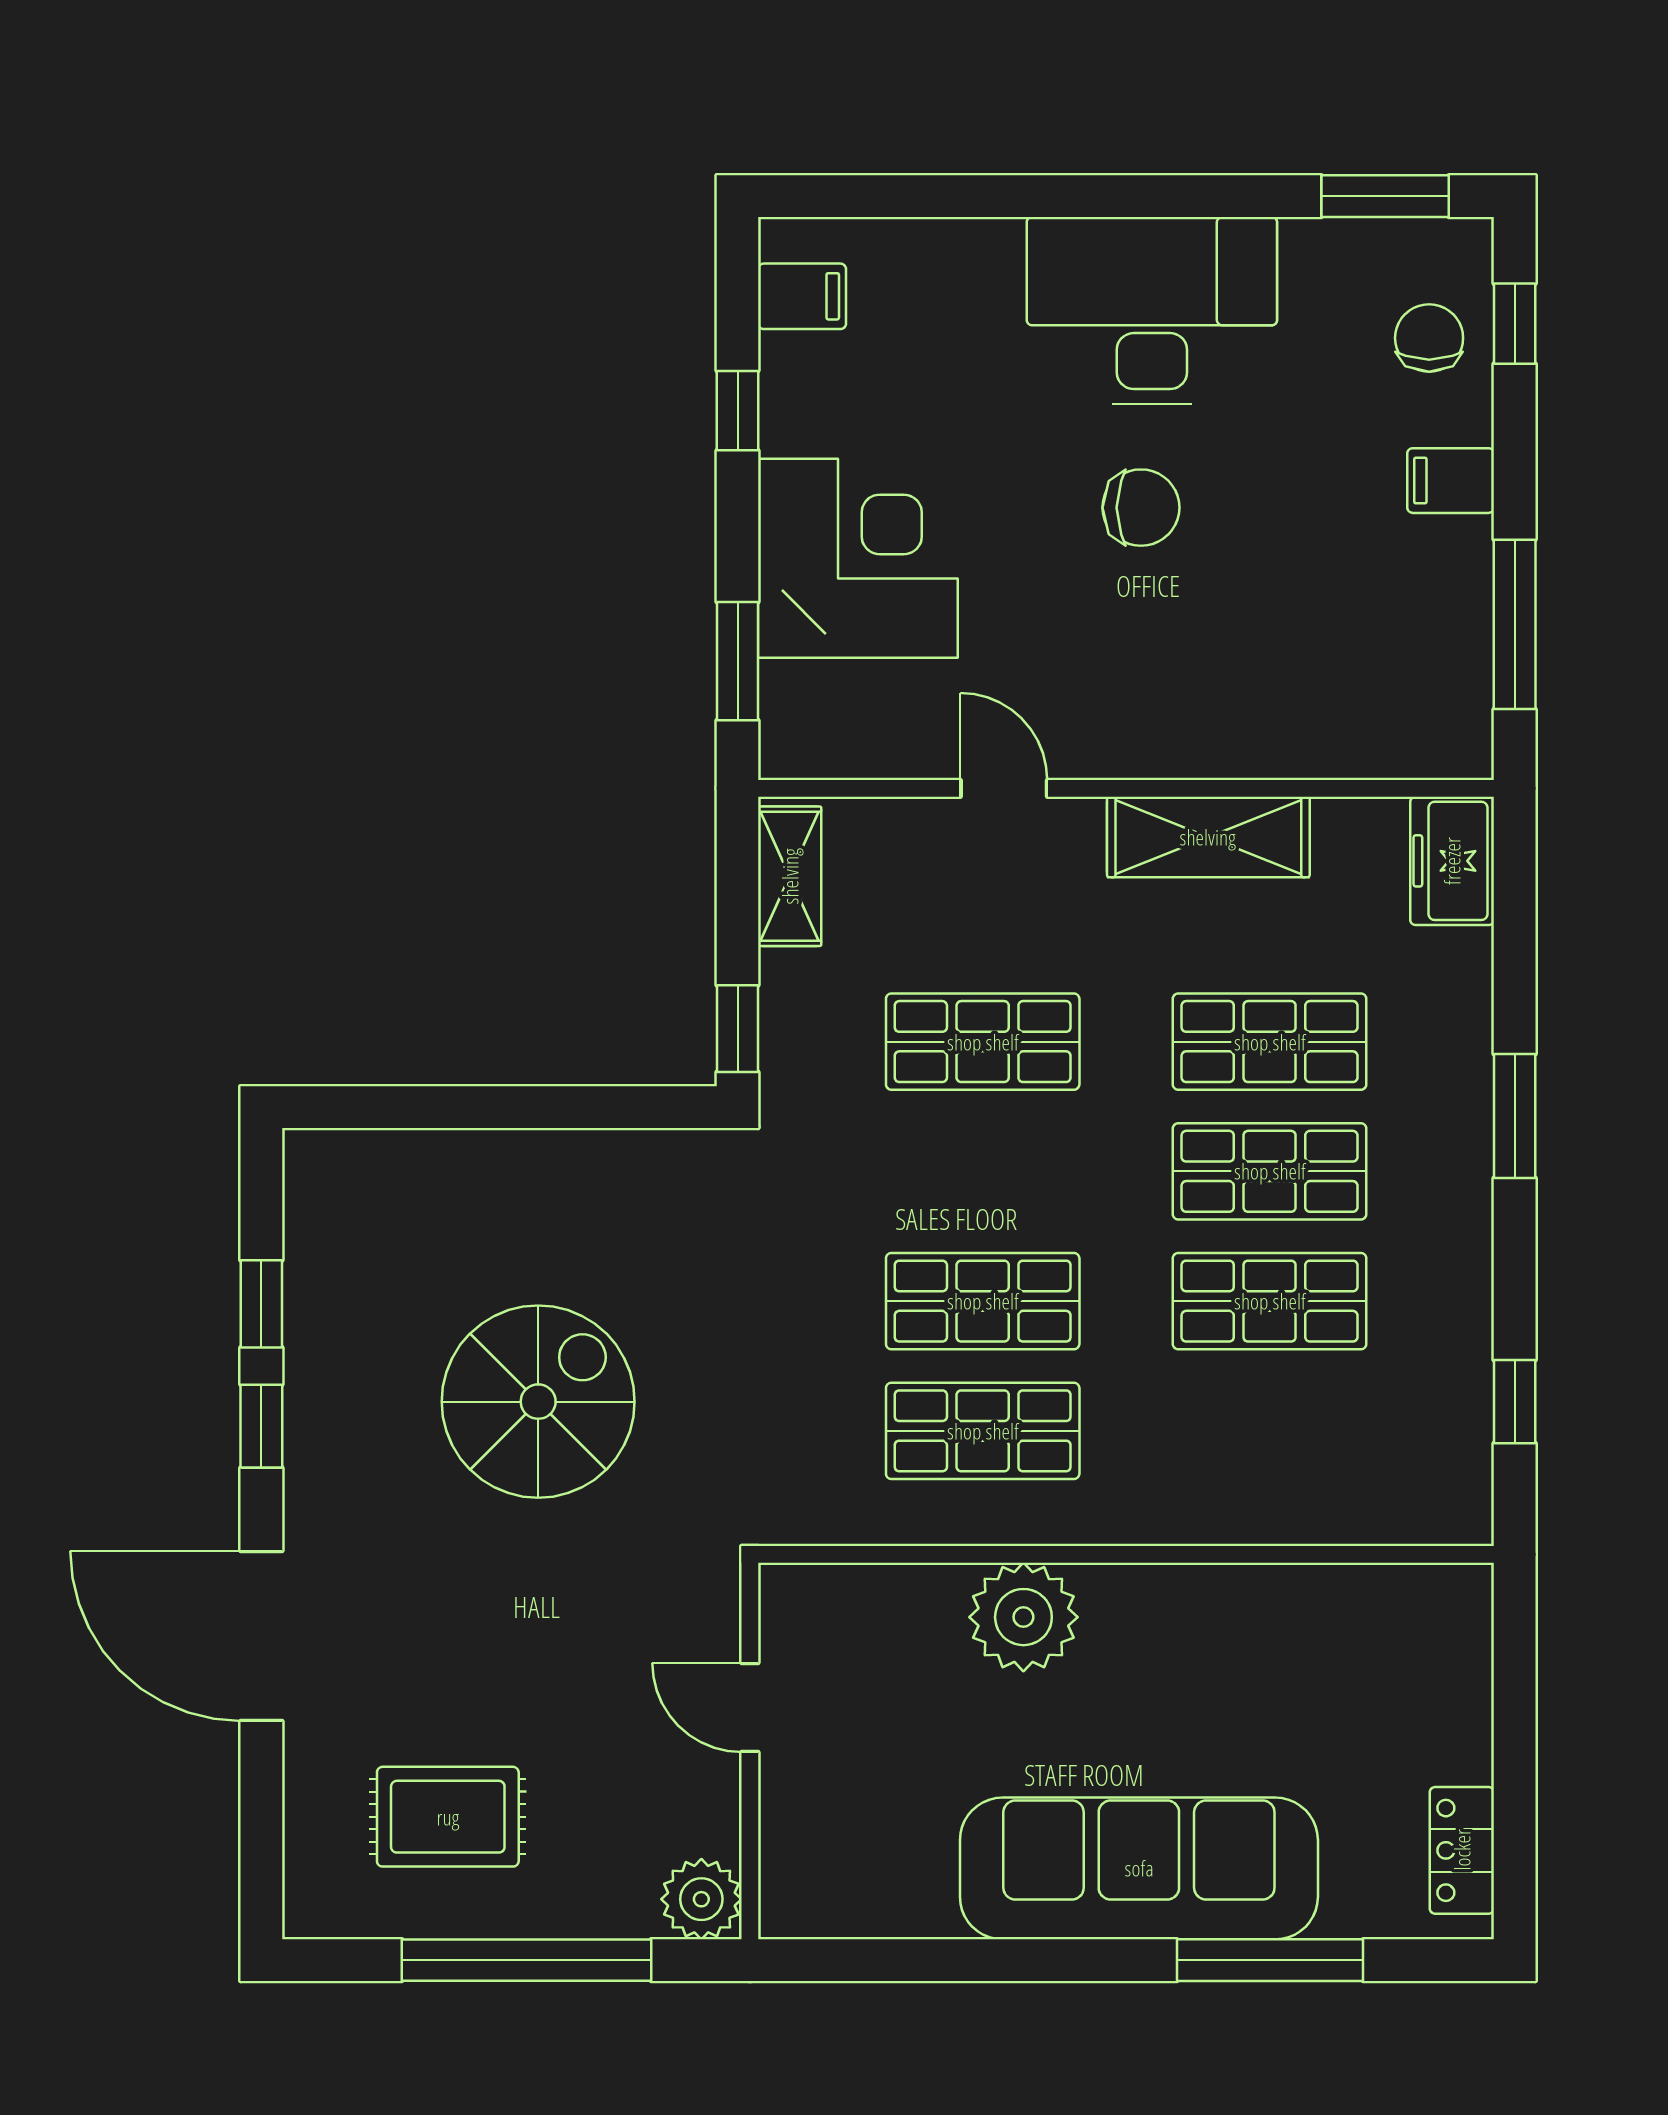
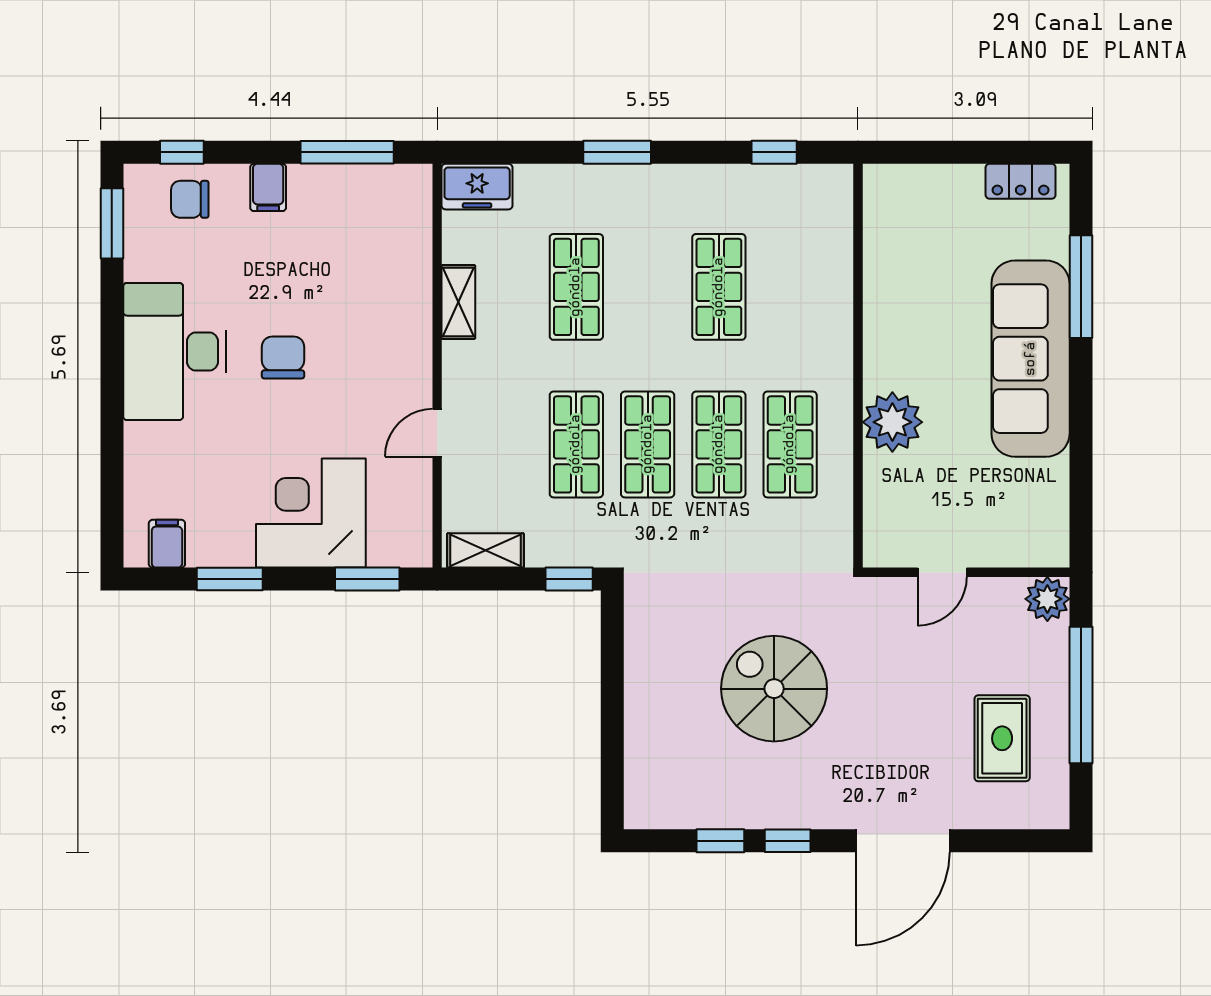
window: (738, 411) -> (230, 579), width x1.50
shelving: (1208, 837) -> (458, 302), width x0.67, depth x0.75
shop shelf: (1270, 1171) -> (648, 444), moved

